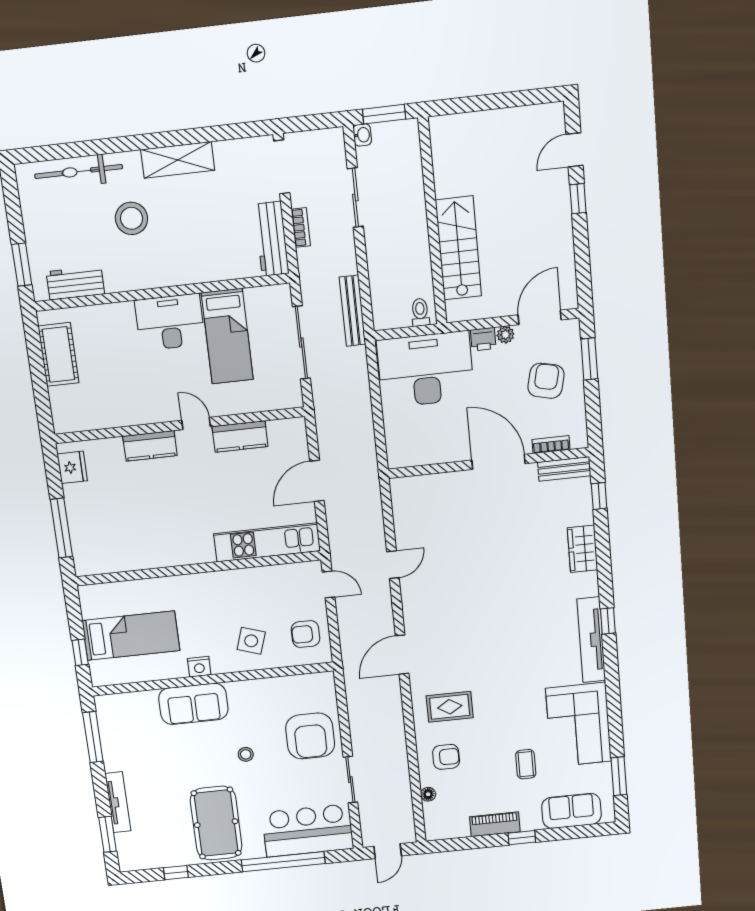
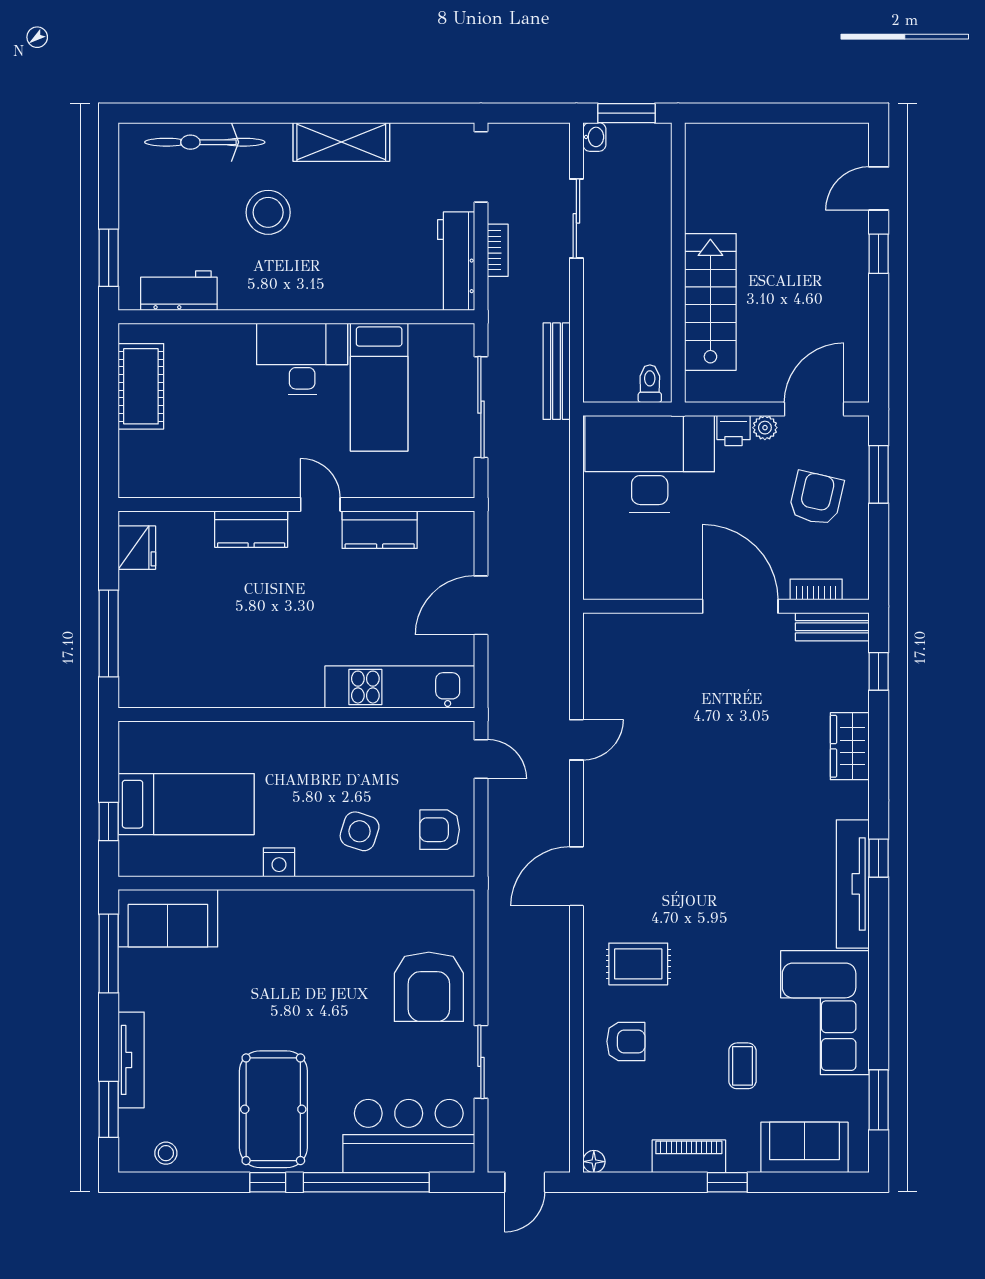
sofa: (193, 704) -> (168, 918), moved
stool: (246, 754) -> (166, 1153), moved
floor lamp: (428, 794) -> (594, 1162), moved
window: (176, 873) -> (268, 1182), moved

